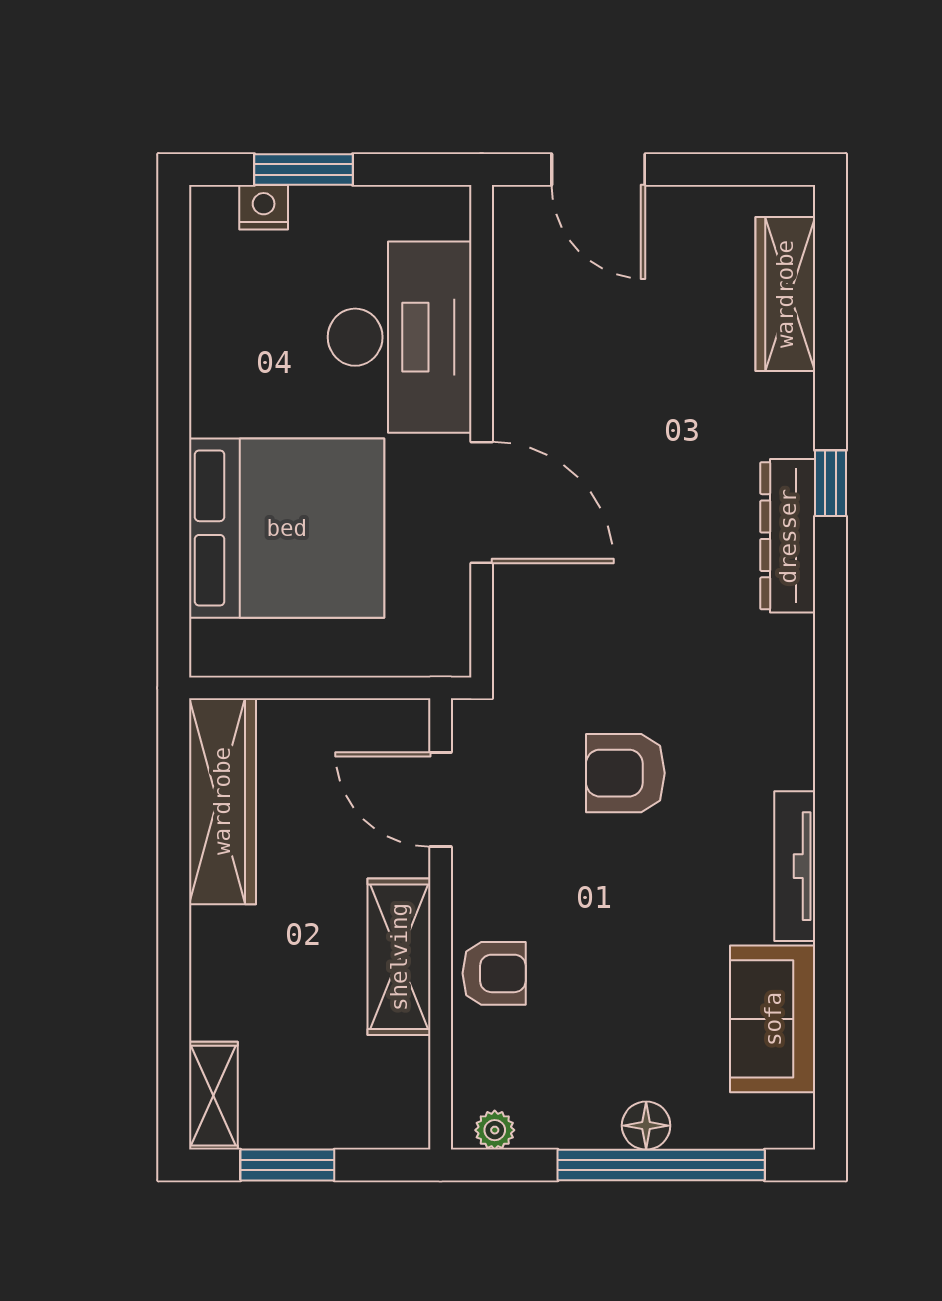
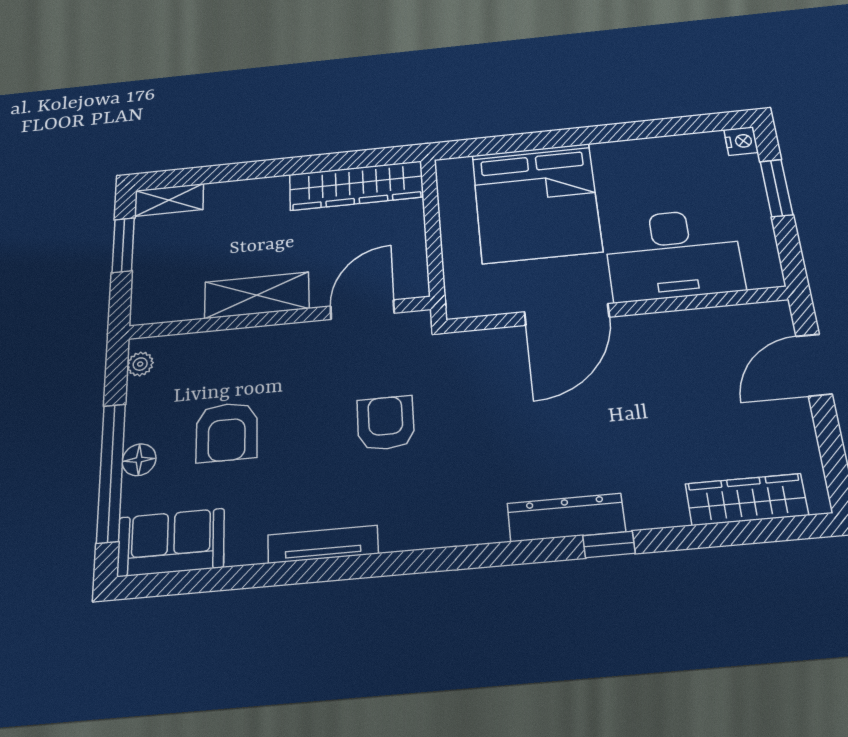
nightstand: (264, 207) -> (741, 141), moved
armchair: (494, 973) -> (227, 432), moved, width x1.38, depth x1.38
sofa: (773, 1019) -> (171, 542), moved

